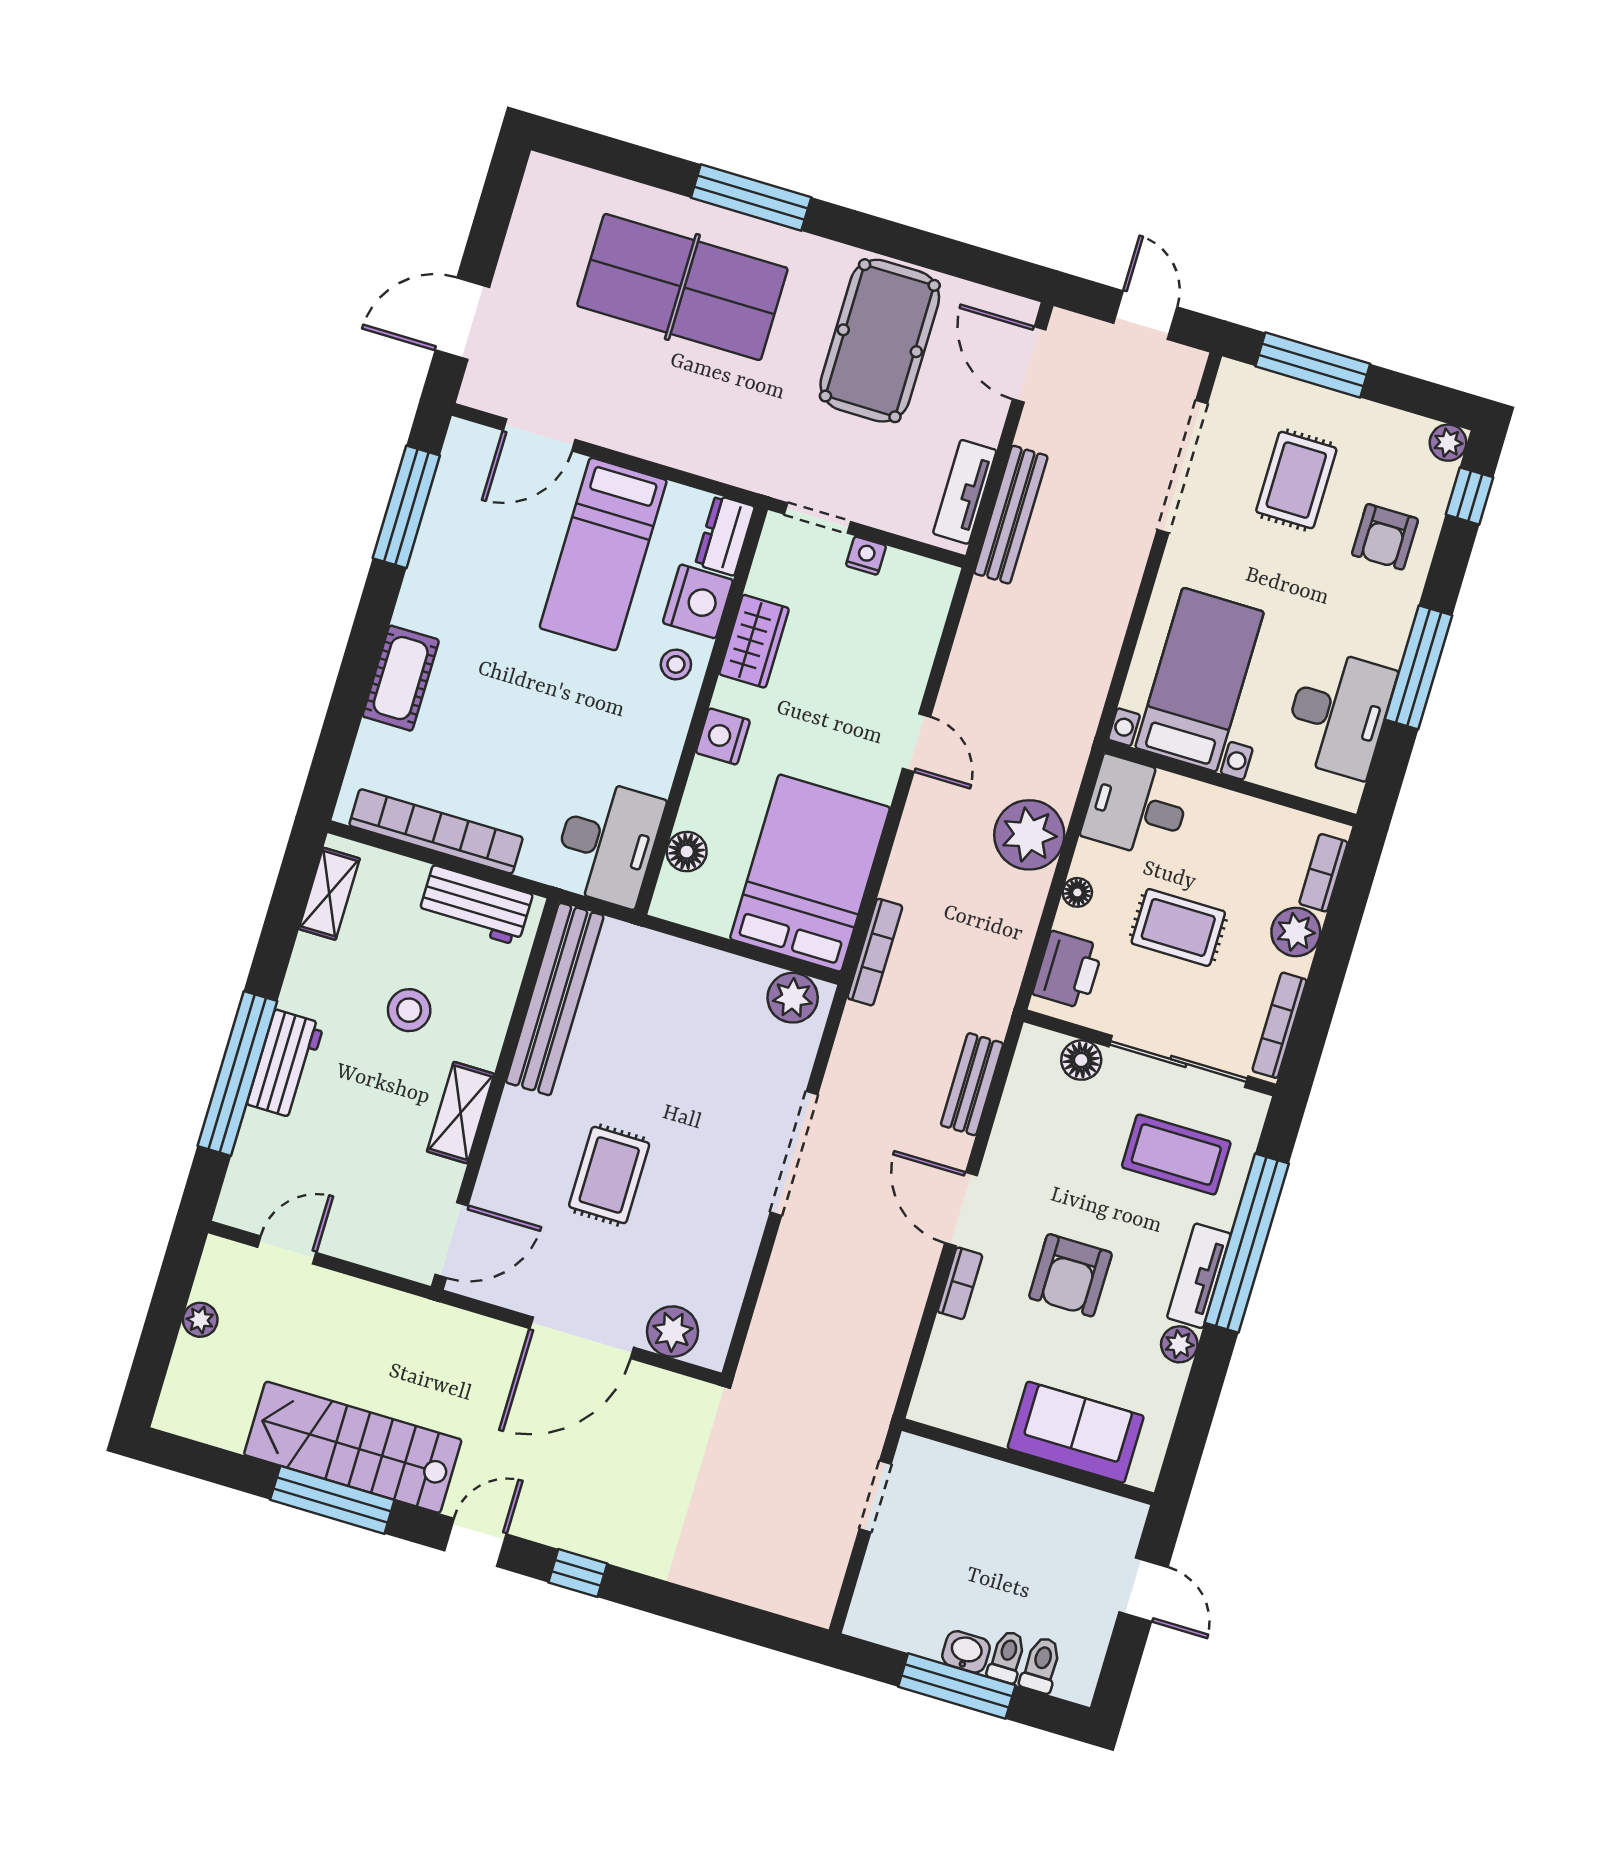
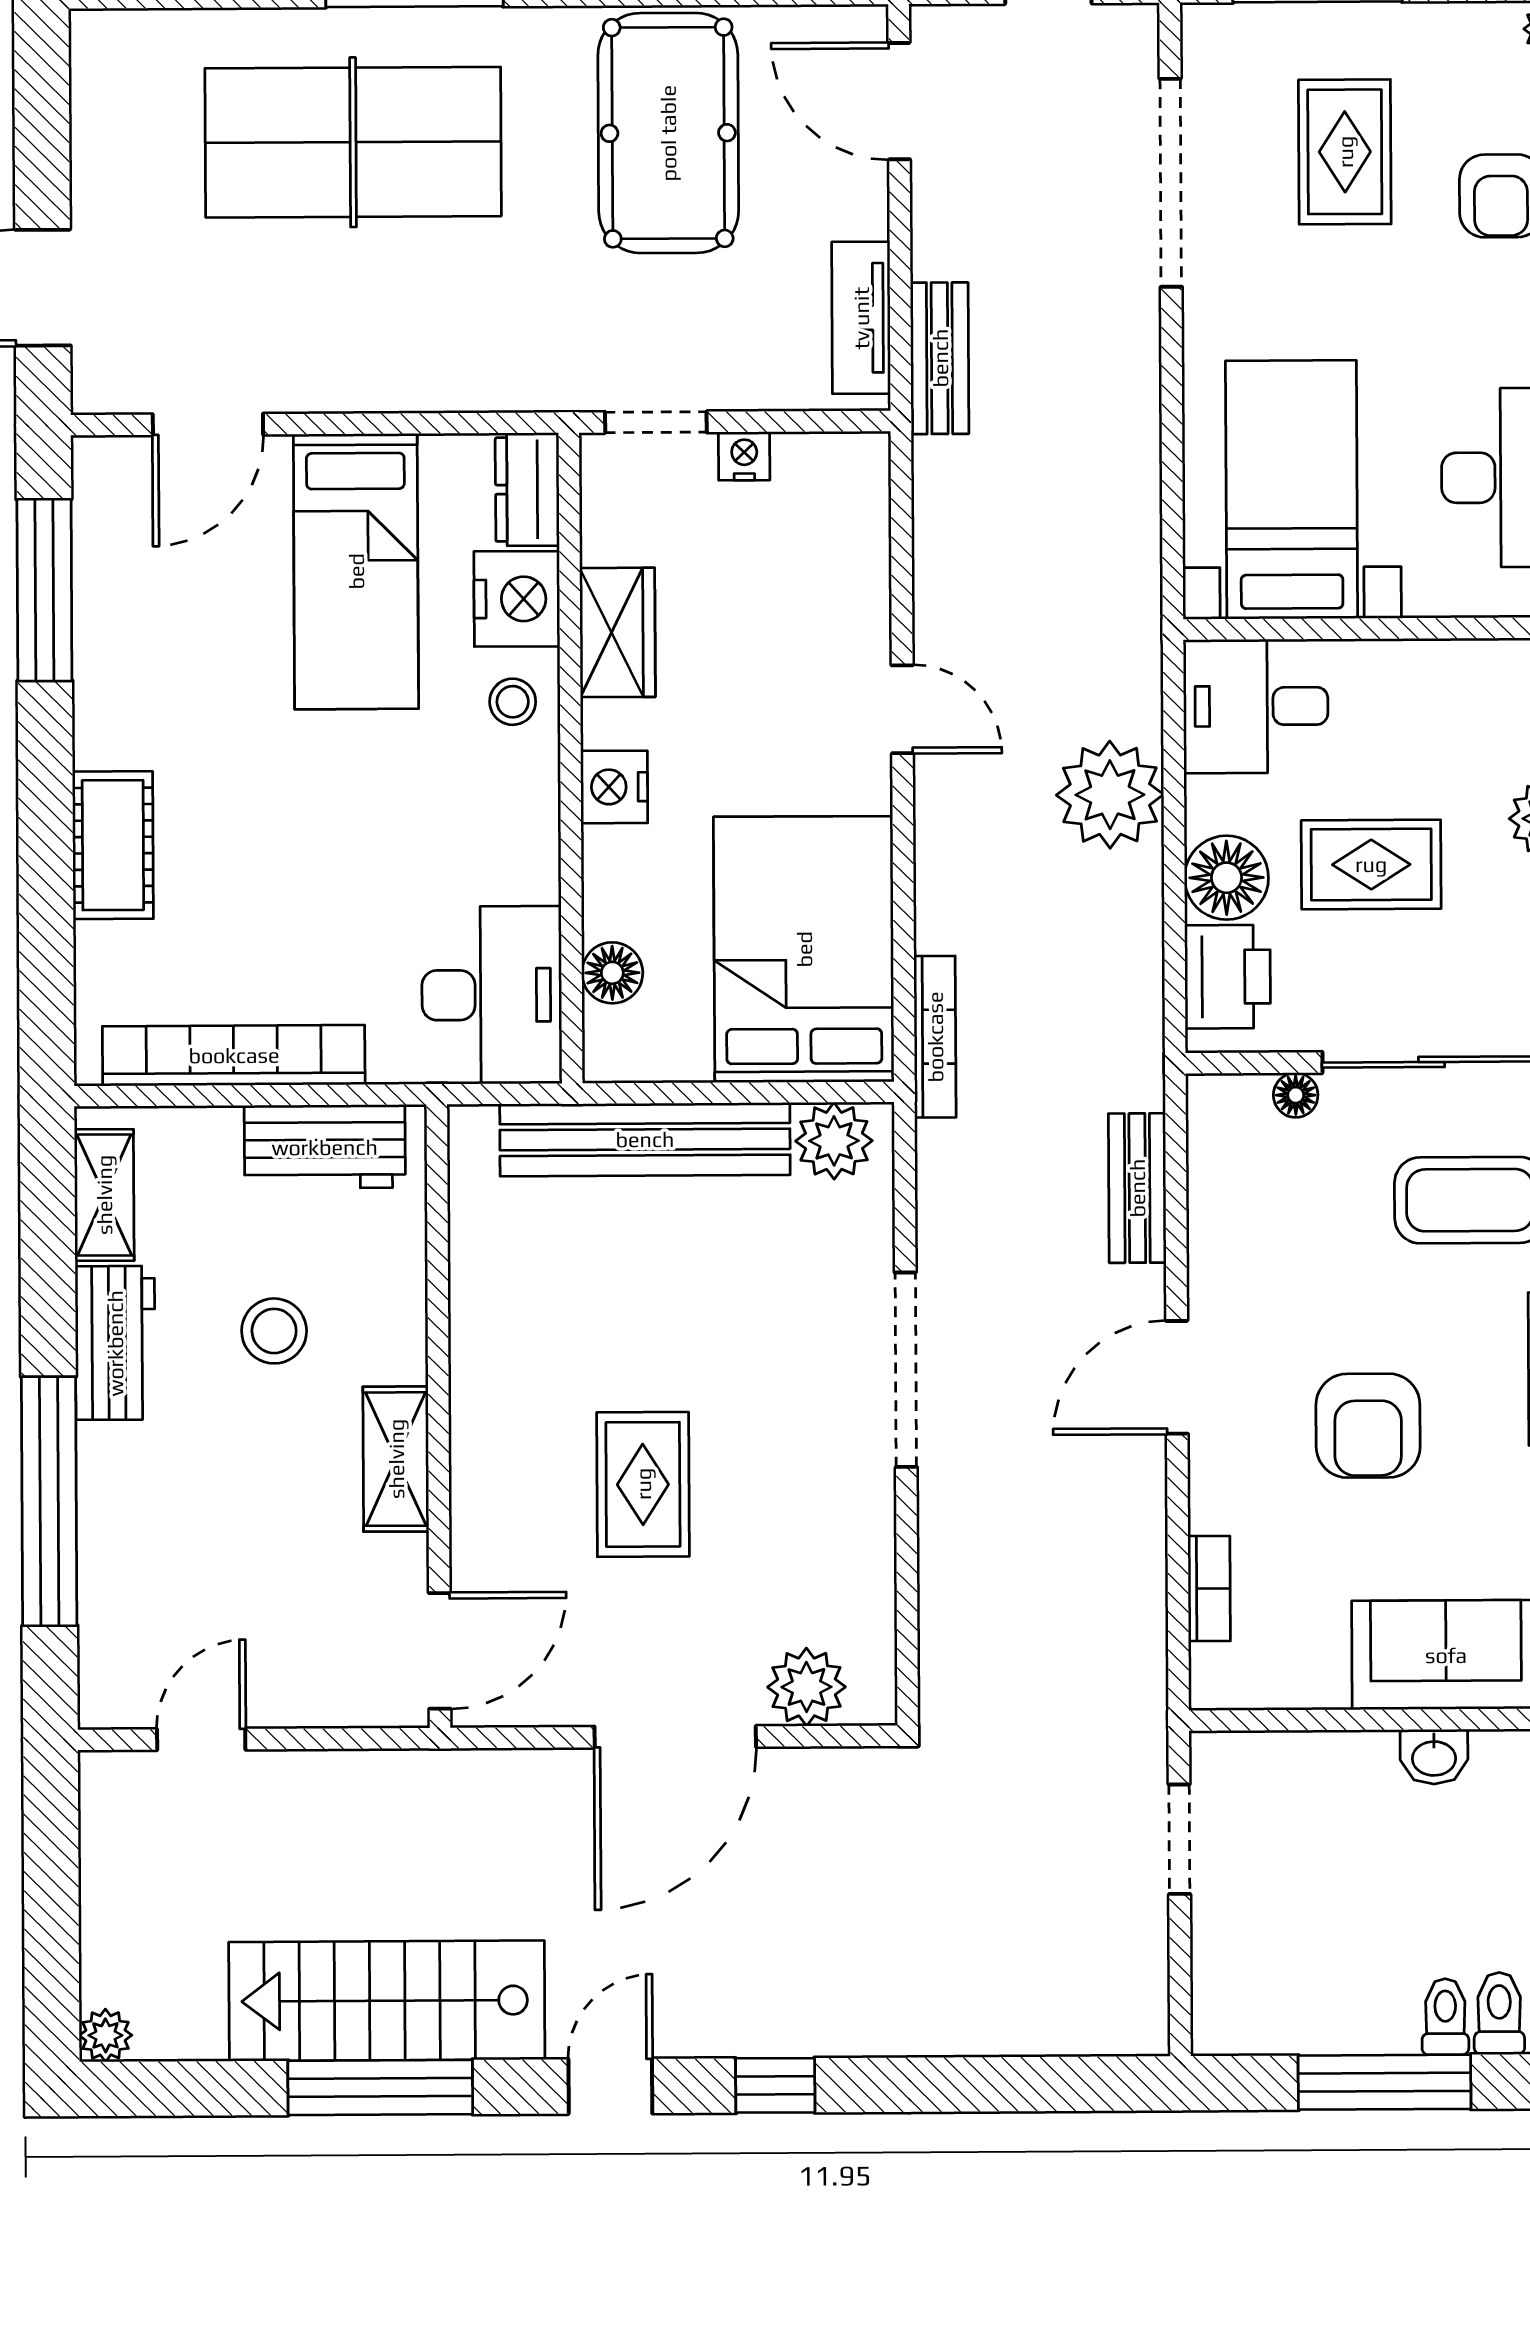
bench: (1011, 515) -> (940, 358), width x0.73
floor lamp: (1077, 892) -> (1226, 878), width x1.89, depth x1.89
bench: (555, 999) -> (645, 1139), moved, turned 90
floor lamp: (1081, 1060) -> (1296, 1095), width x0.73, depth x0.73
workbench: (285, 1064) -> (115, 1343), moved
door: (961, 1209) -> (1177, 1377), hinge flipped
bookcase: (960, 1283) -> (1209, 1589), moved
plant: (200, 1320) -> (105, 2035), moved
washbasin: (966, 1652) -> (1434, 1757), moved, turned 180

